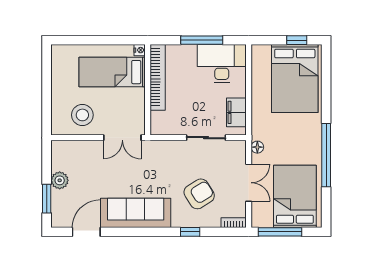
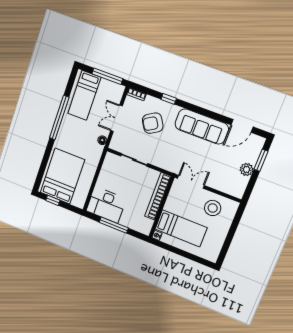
bookcase: (158, 77) -> (158, 196), moved
filing cabinet: (236, 112) -> (108, 169), removed
bed: (295, 196) -> (84, 95), width x0.67

